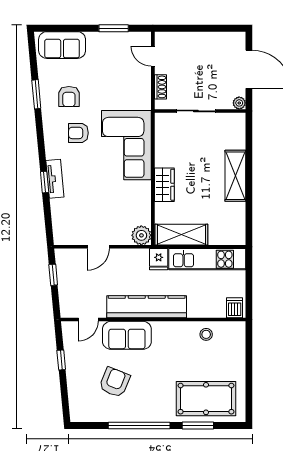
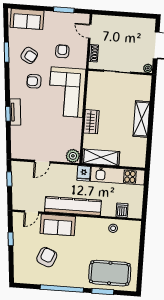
armchair: (116, 87) -> (62, 51), added
armchair: (69, 97) -> (29, 55), turned -61
dishwasher: (235, 308) -> (122, 210), moved

